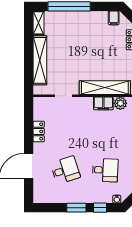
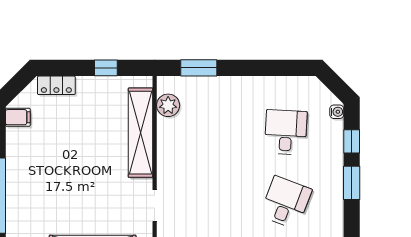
filing cabinet: (103, 103) -> (168, 136), removed
desk: (65, 170) -> (286, 202), turned 39

